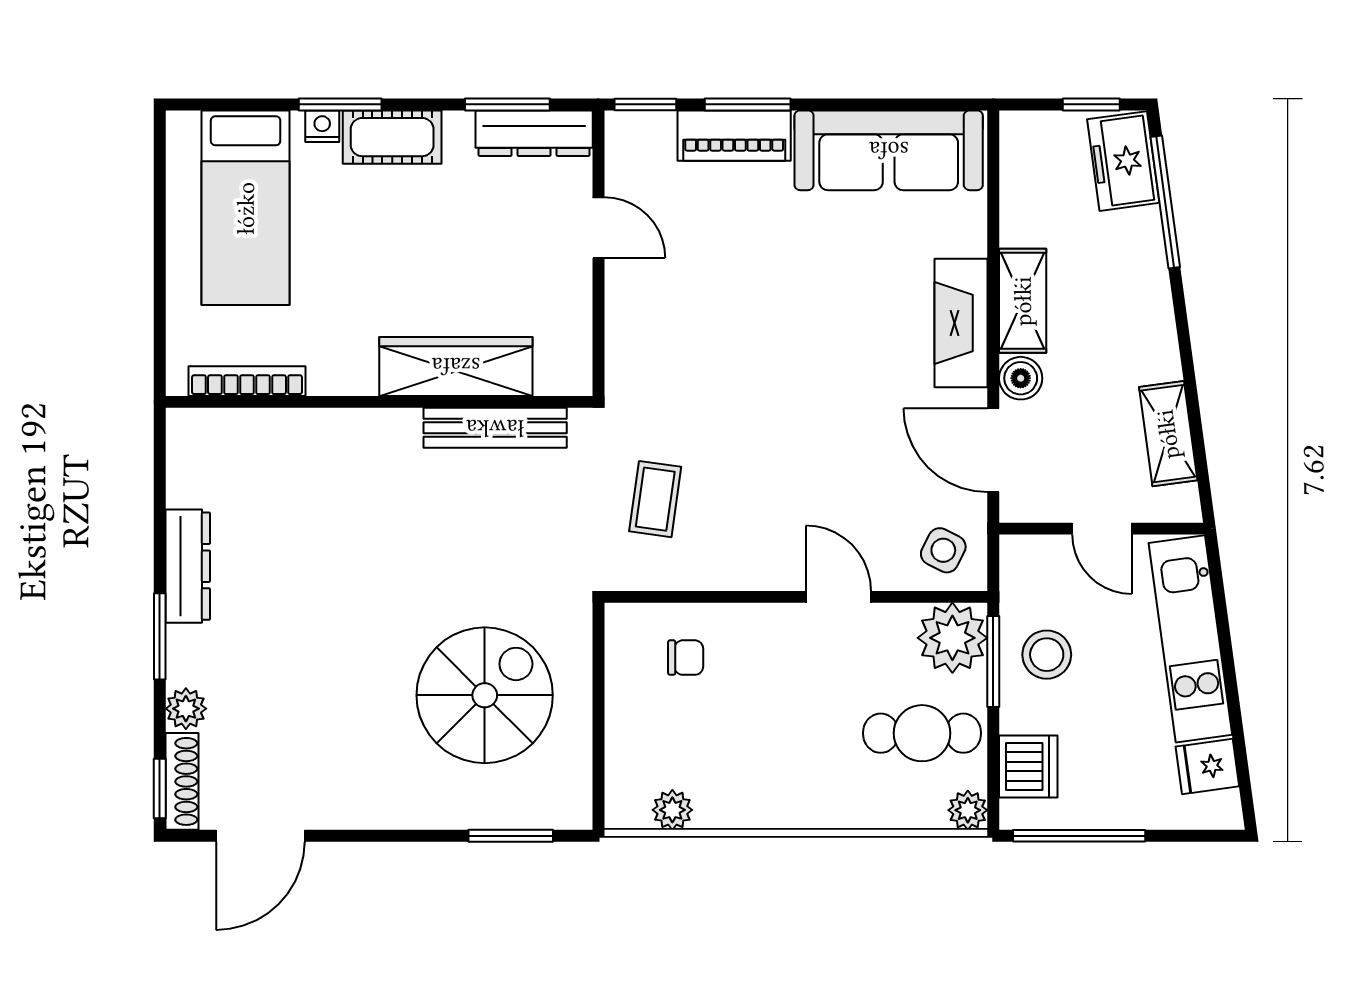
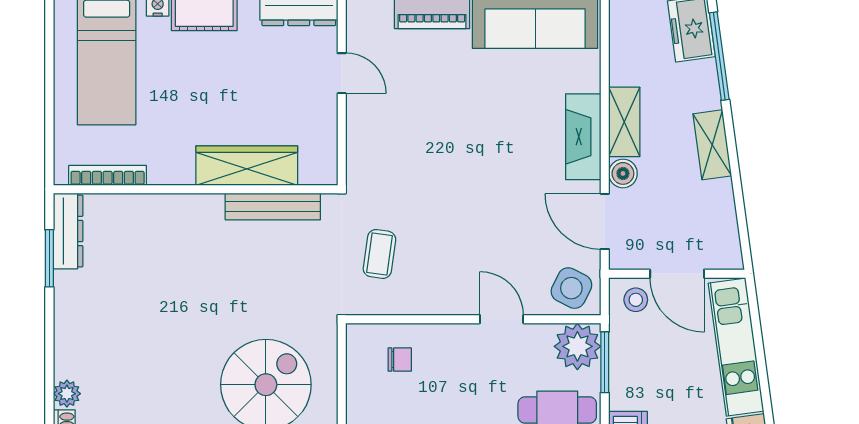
shelving: (1168, 434) -> (712, 145), moved
door: (1102, 529) -> (677, 274), width x1.38
side table: (943, 550) -> (571, 288), width x1.37, depth x1.37
dresser: (188, 566) -> (68, 231), moved
window: (160, 636) -> (49, 258), moved
stool: (1047, 655) -> (636, 300), moved, width x0.73, depth x0.73

